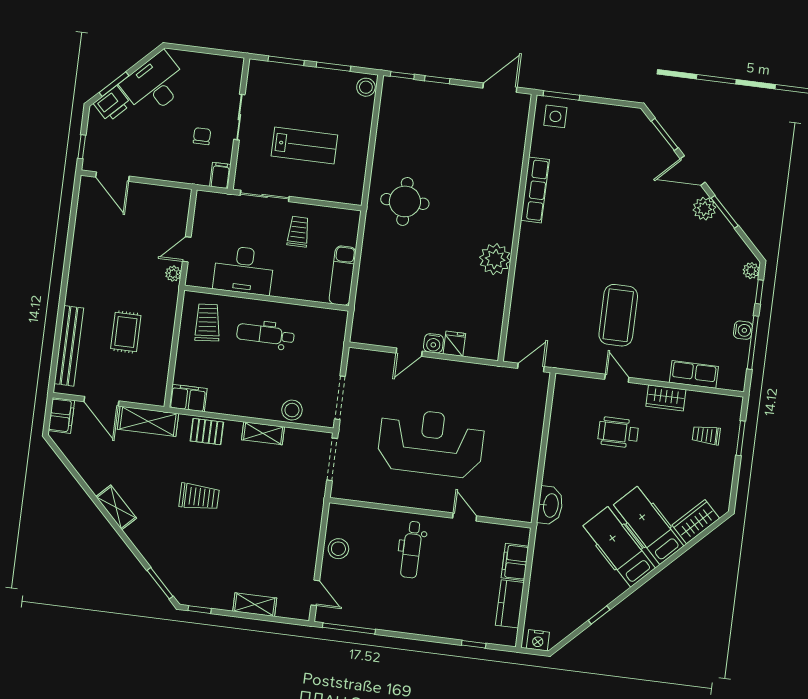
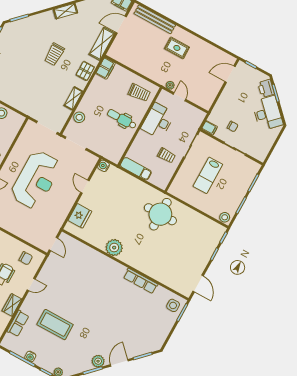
round table: (405, 201) -> (160, 214), width x1.36, depth x1.36
coffee table: (618, 315) -> (55, 325), moved
rug: (126, 332) -> (177, 48), moved
dental chair: (266, 335) -> (122, 119), turned -90
water cooler: (433, 343) -> (104, 166), moved
fridge: (454, 344) -> (80, 216), width x1.88, depth x1.34
chair: (575, 406) -> (26, 258), added

